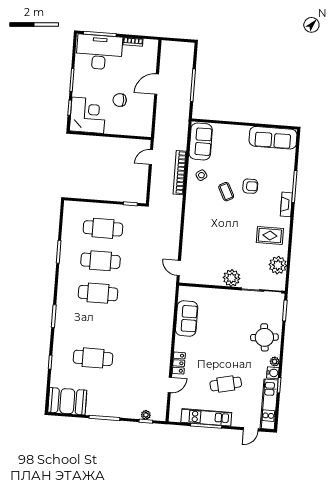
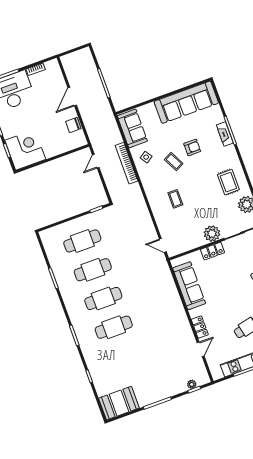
chair: (120, 100) -> (73, 125), moved
sofa: (273, 138) -> (186, 102), width x1.36, depth x1.27
fireplace: (286, 204) -> (225, 134), moved
coffee table: (211, 228) -> (175, 199), added
rug: (270, 235) -> (228, 182), turned 90
locker: (224, 295) -> (212, 251), added
sofa: (187, 318) -> (189, 286), width x1.36
cafe table: (93, 358) -> (114, 327), moved

